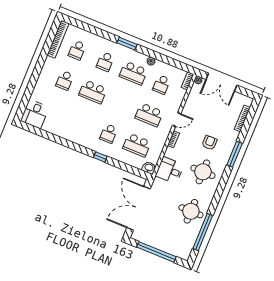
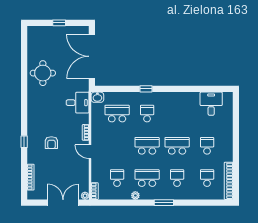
desk: (35, 114) -> (211, 104), moved
school desk: (149, 115) -> (147, 146), moved
door: (177, 120) -> (90, 152), hinge flipped
window: (235, 154) -> (24, 142), width x0.46
round table: (203, 172) -> (47, 114), removed
double door: (139, 208) -> (92, 56), swing flipped
window: (203, 232) -> (24, 59), removed
window: (156, 252) -> (59, 23), width x0.32

